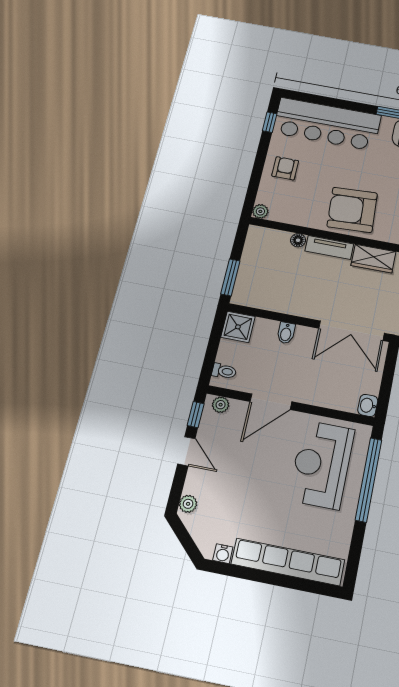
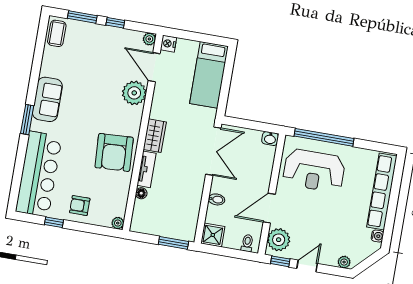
window: (270, 122) -> (54, 222), moved
door: (271, 402) -> (269, 208), swing flipped
plant: (221, 405) -> (279, 240), width x1.88, depth x1.88

